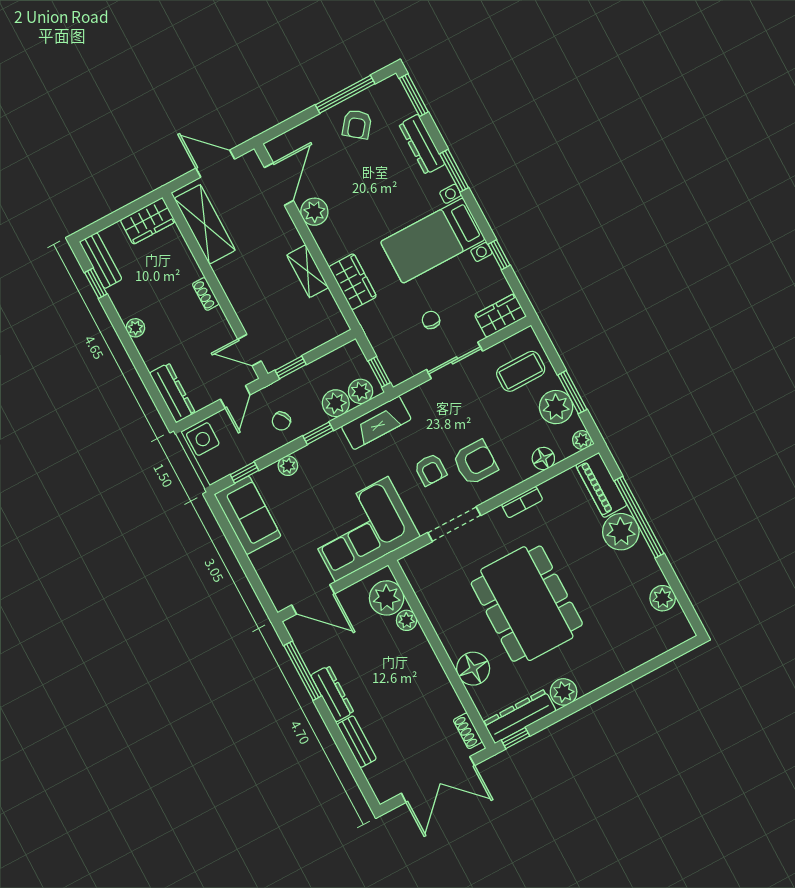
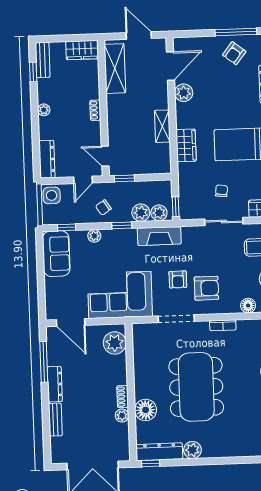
plant: (407, 620) -> (122, 416), moved
shoe rack: (468, 731) -> (123, 397), moved

